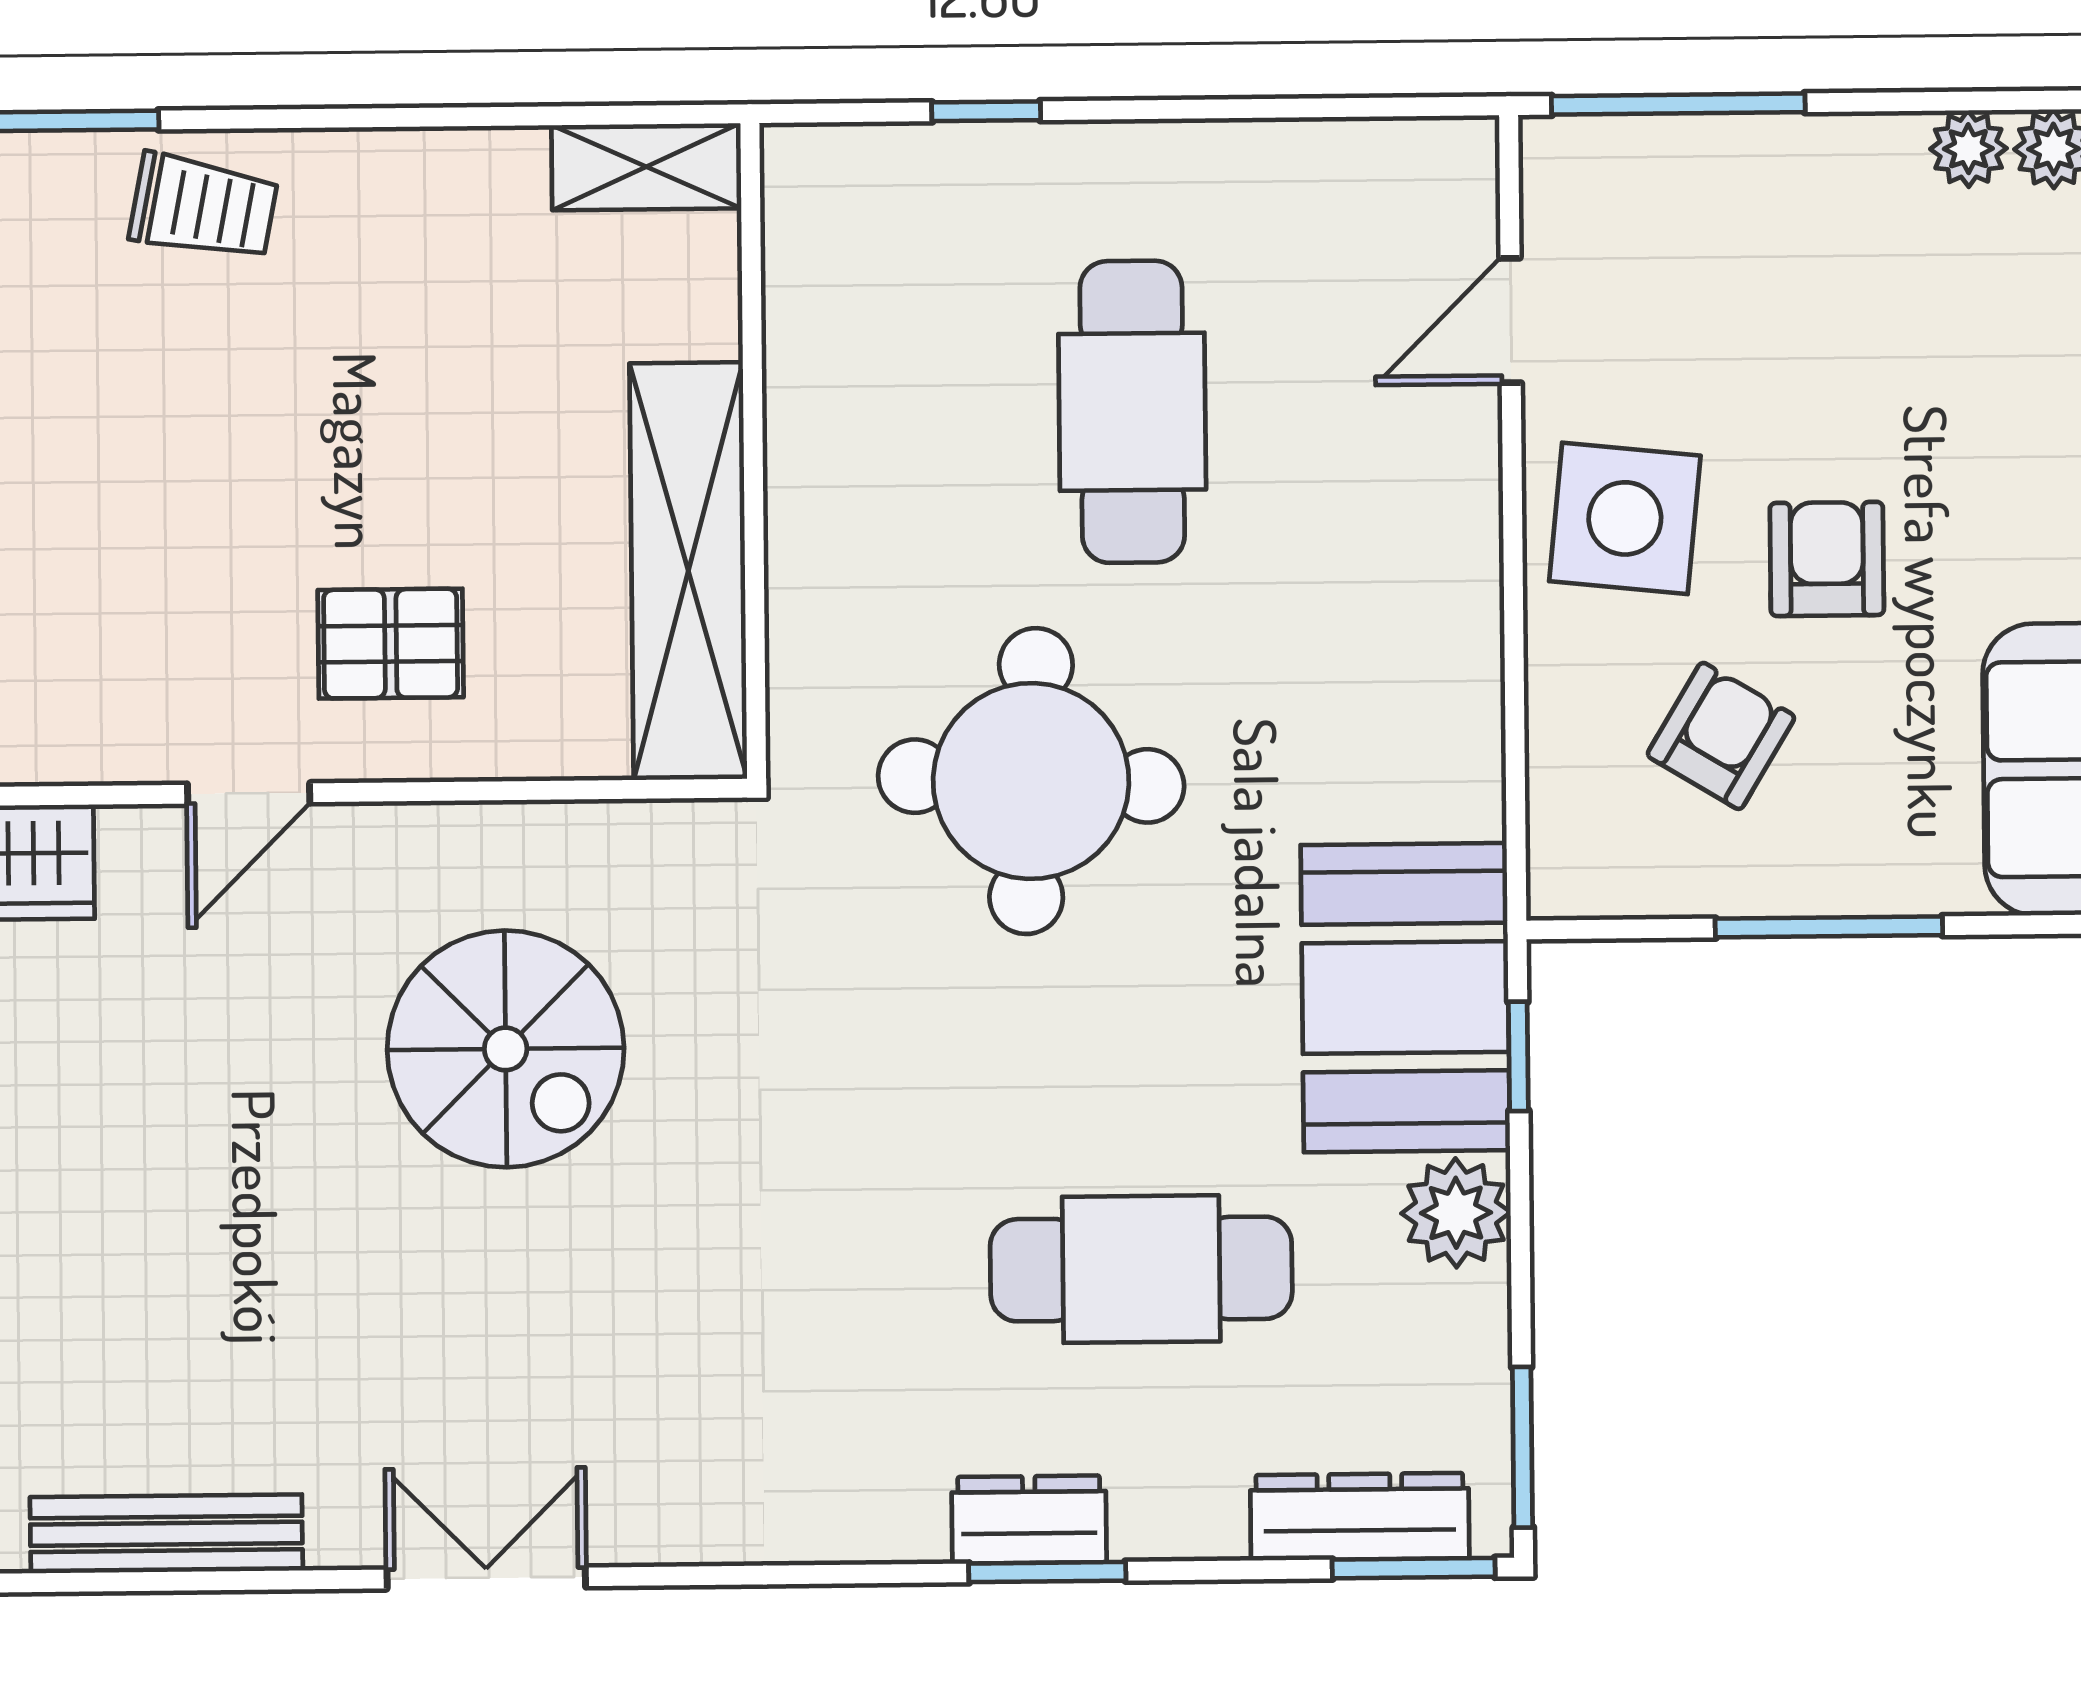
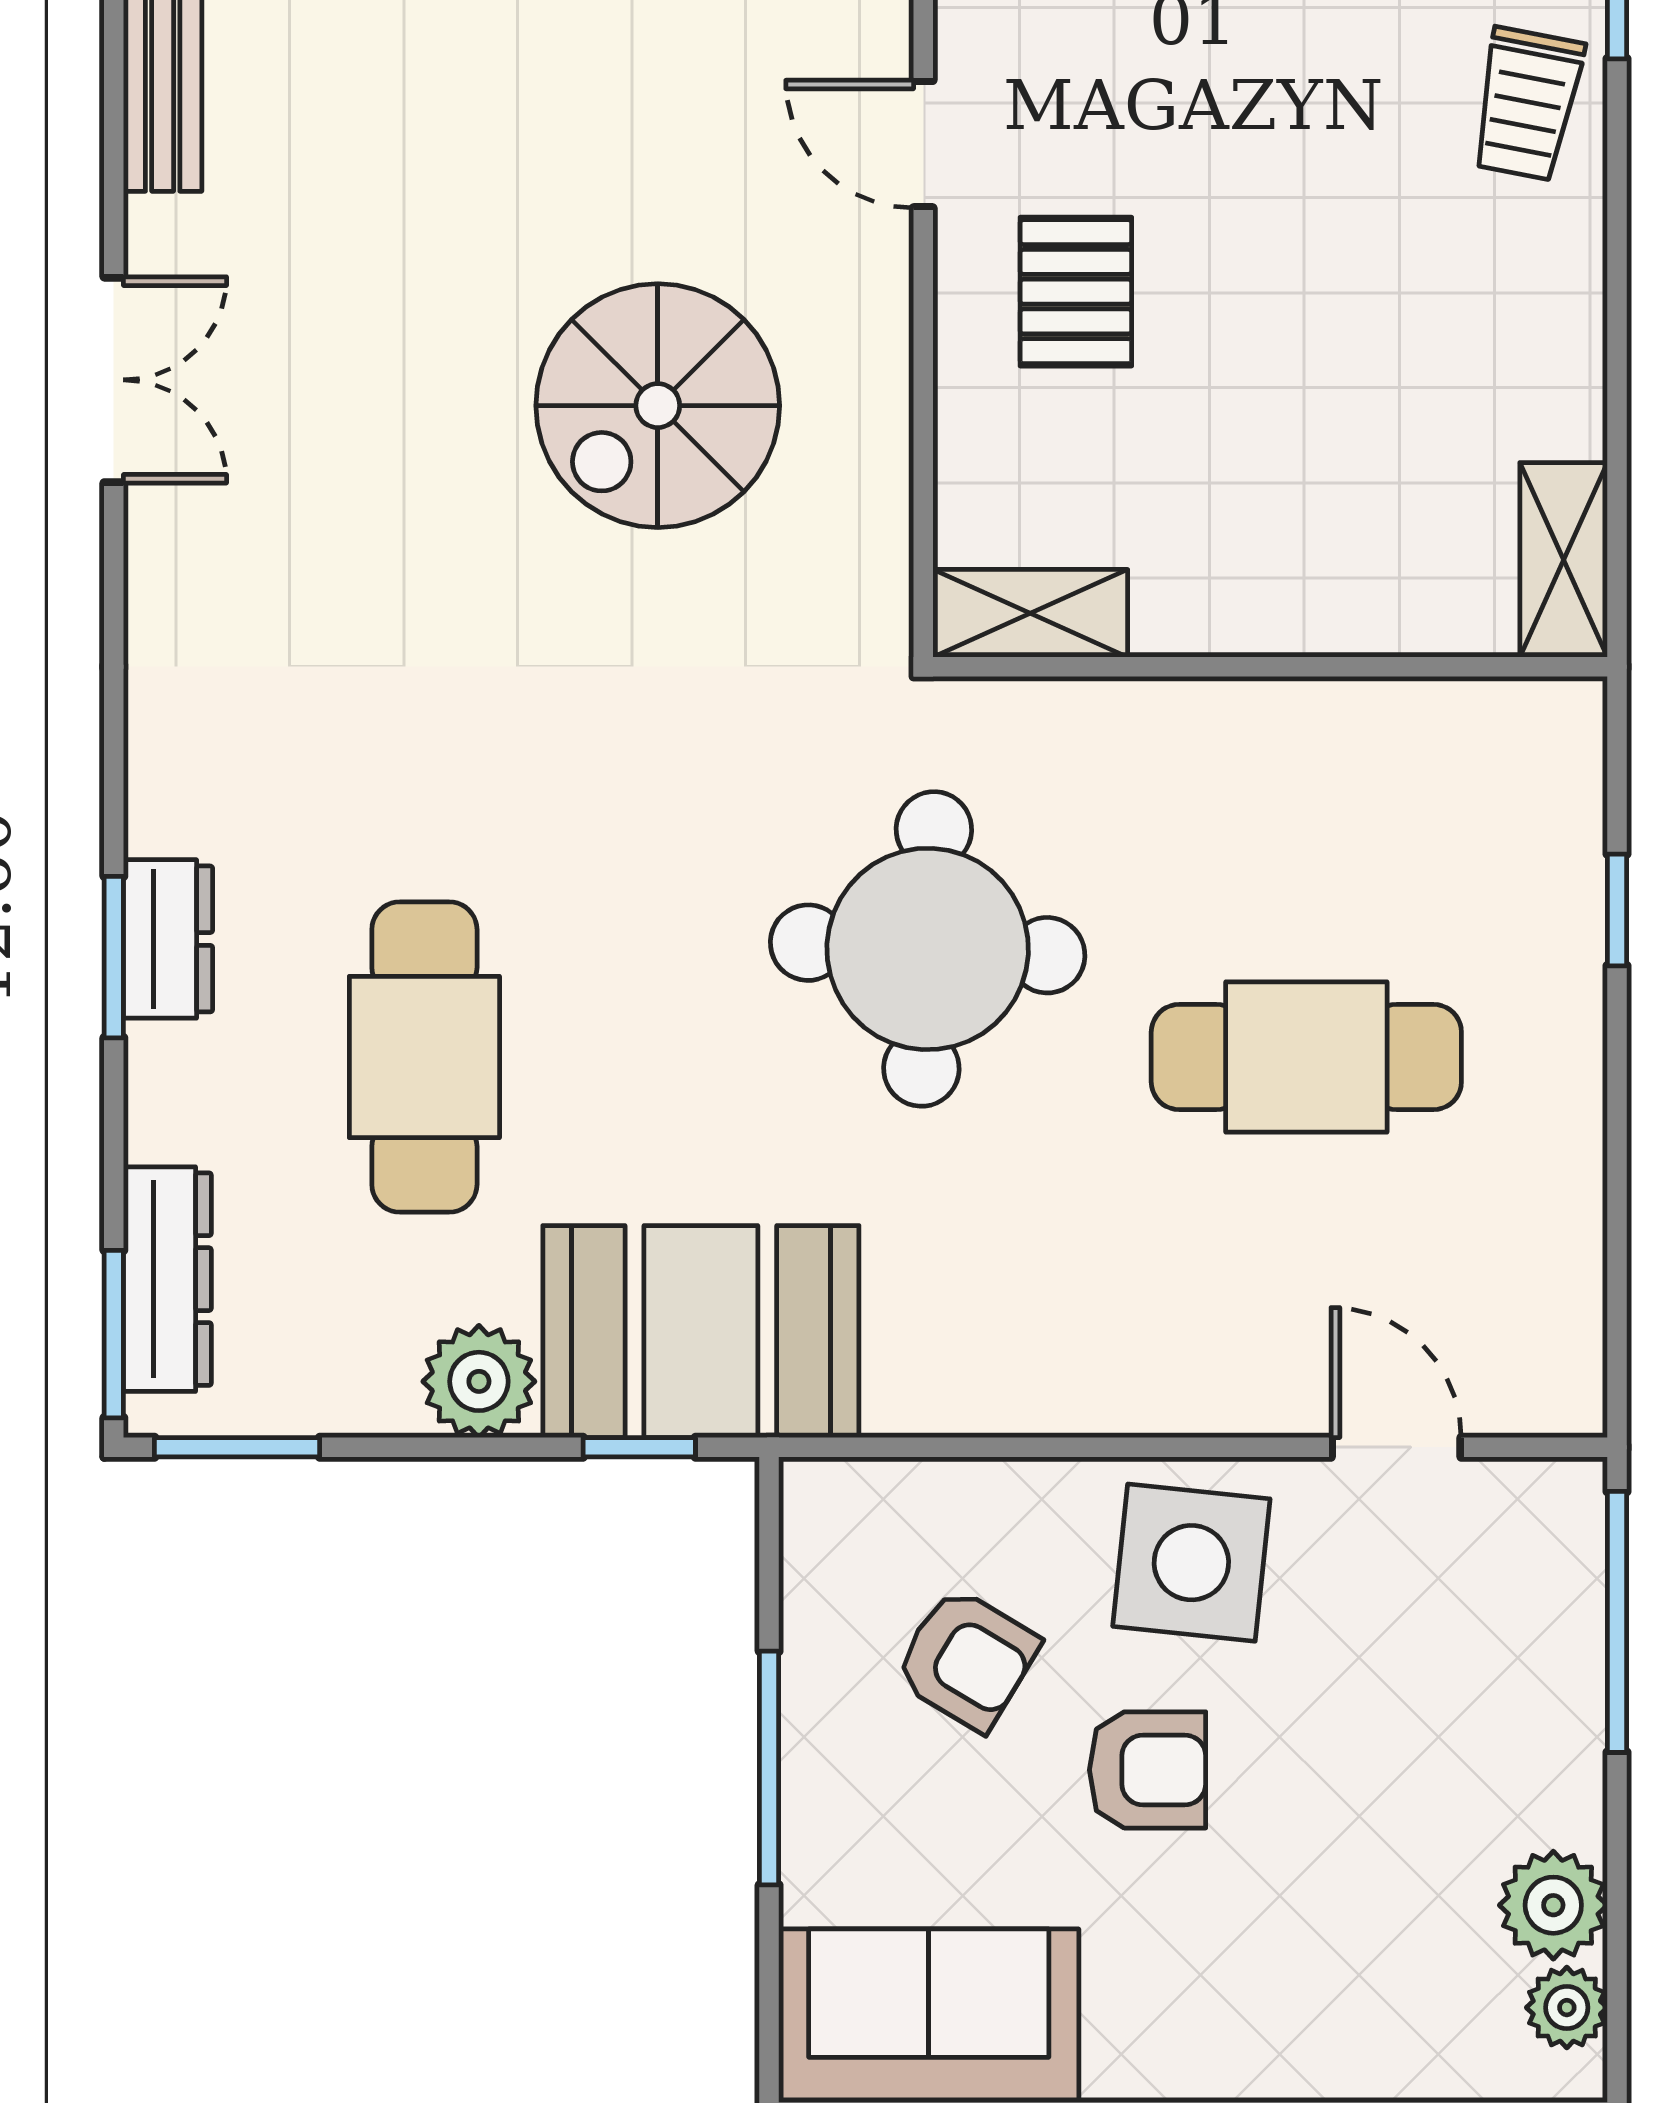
plant: (1968, 149) -> (1553, 1905), width x1.38, depth x1.38
shelving: (688, 571) -> (1030, 613), width x0.45, depth x0.75

